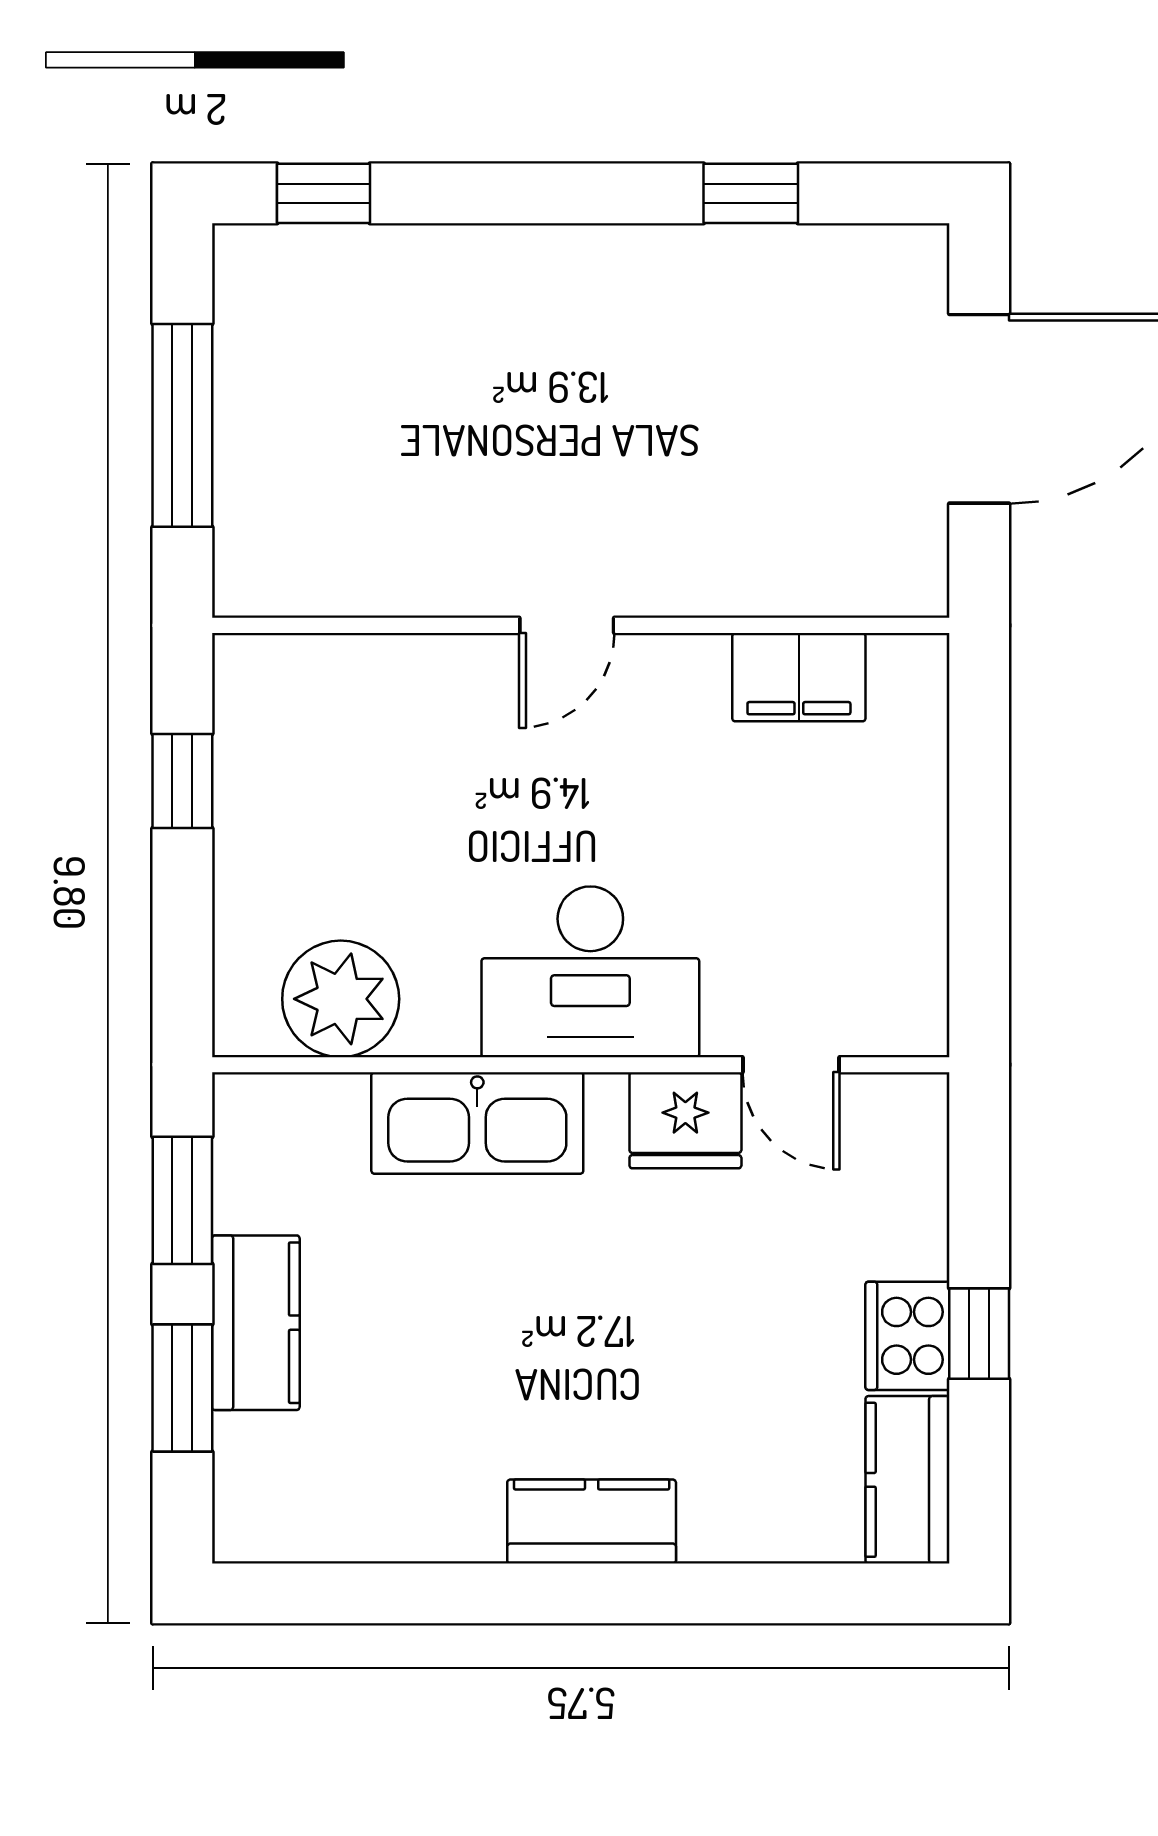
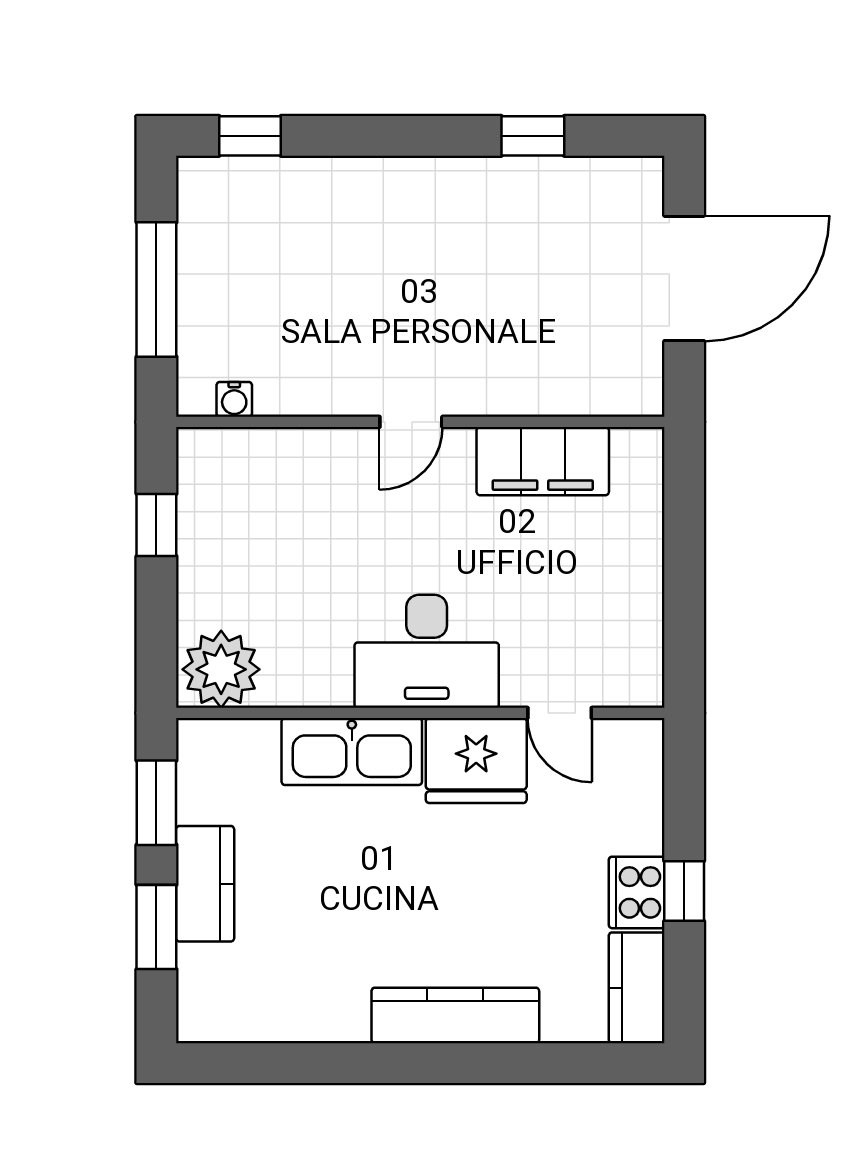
water cooler: (300, 591) -> (234, 399), added
filing cabinet: (799, 677) -> (543, 461), width x1.50, depth x1.17
plant: (341, 999) -> (221, 669), moved
fridge: (685, 1120) -> (476, 760), width x1.36, depth x1.34
kitchen counter: (592, 1522) -> (455, 1015), width x1.50

